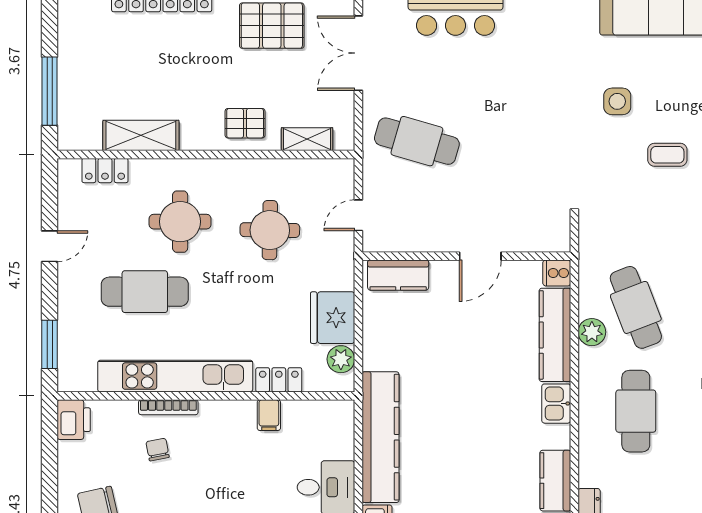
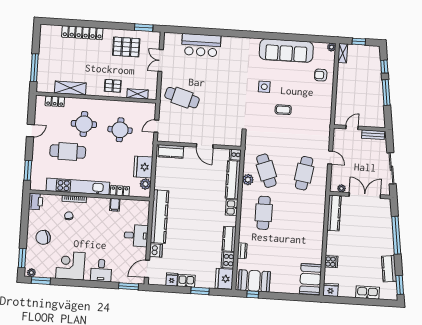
double door: (358, 53) -> (161, 60), width x0.73
door: (480, 256) -> (205, 146), hinge flipped

